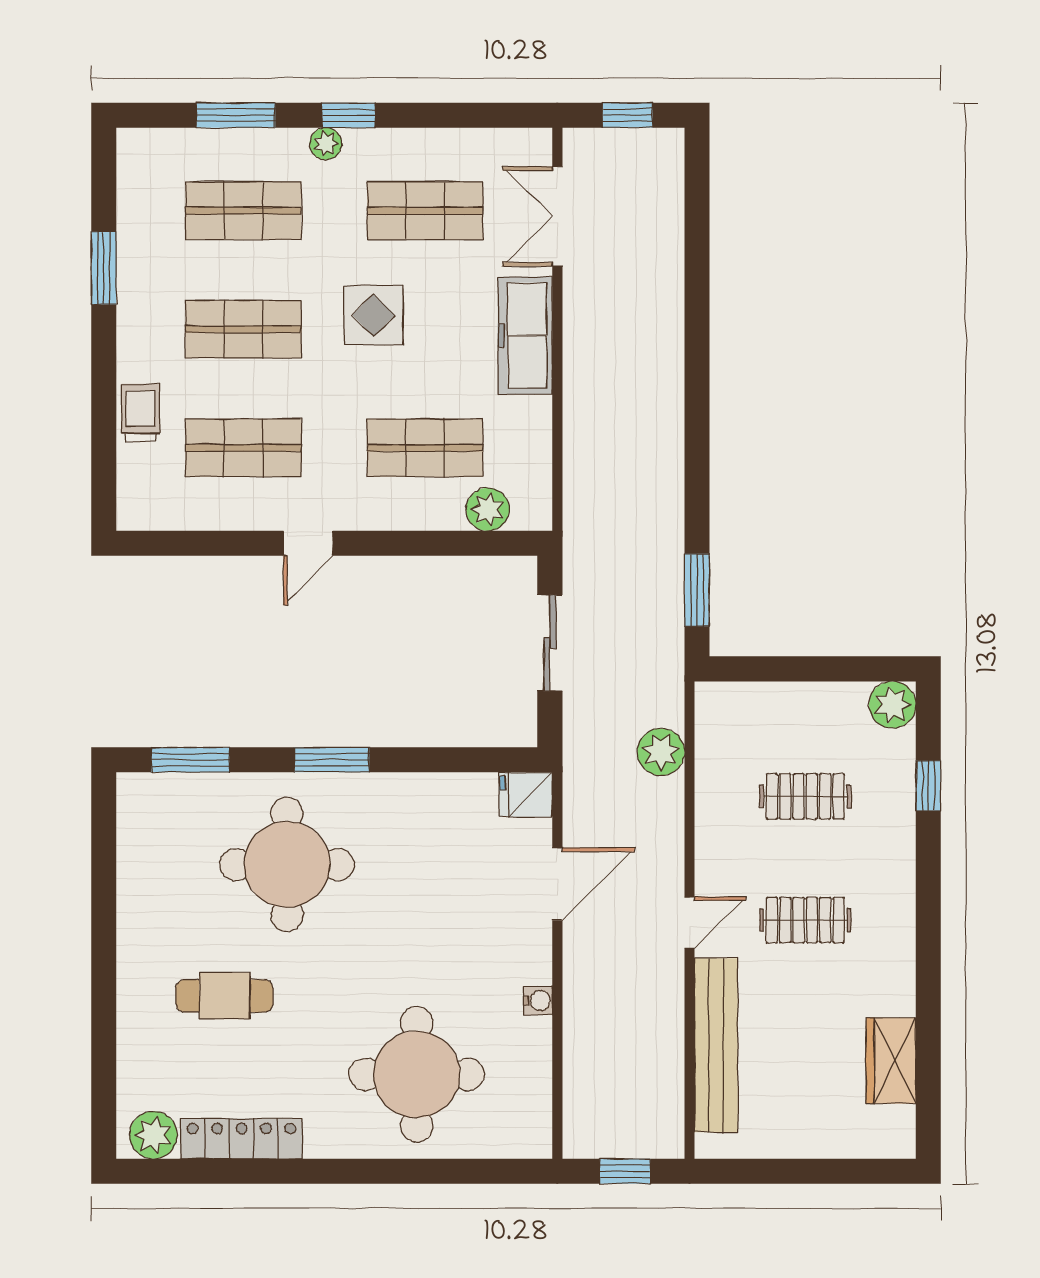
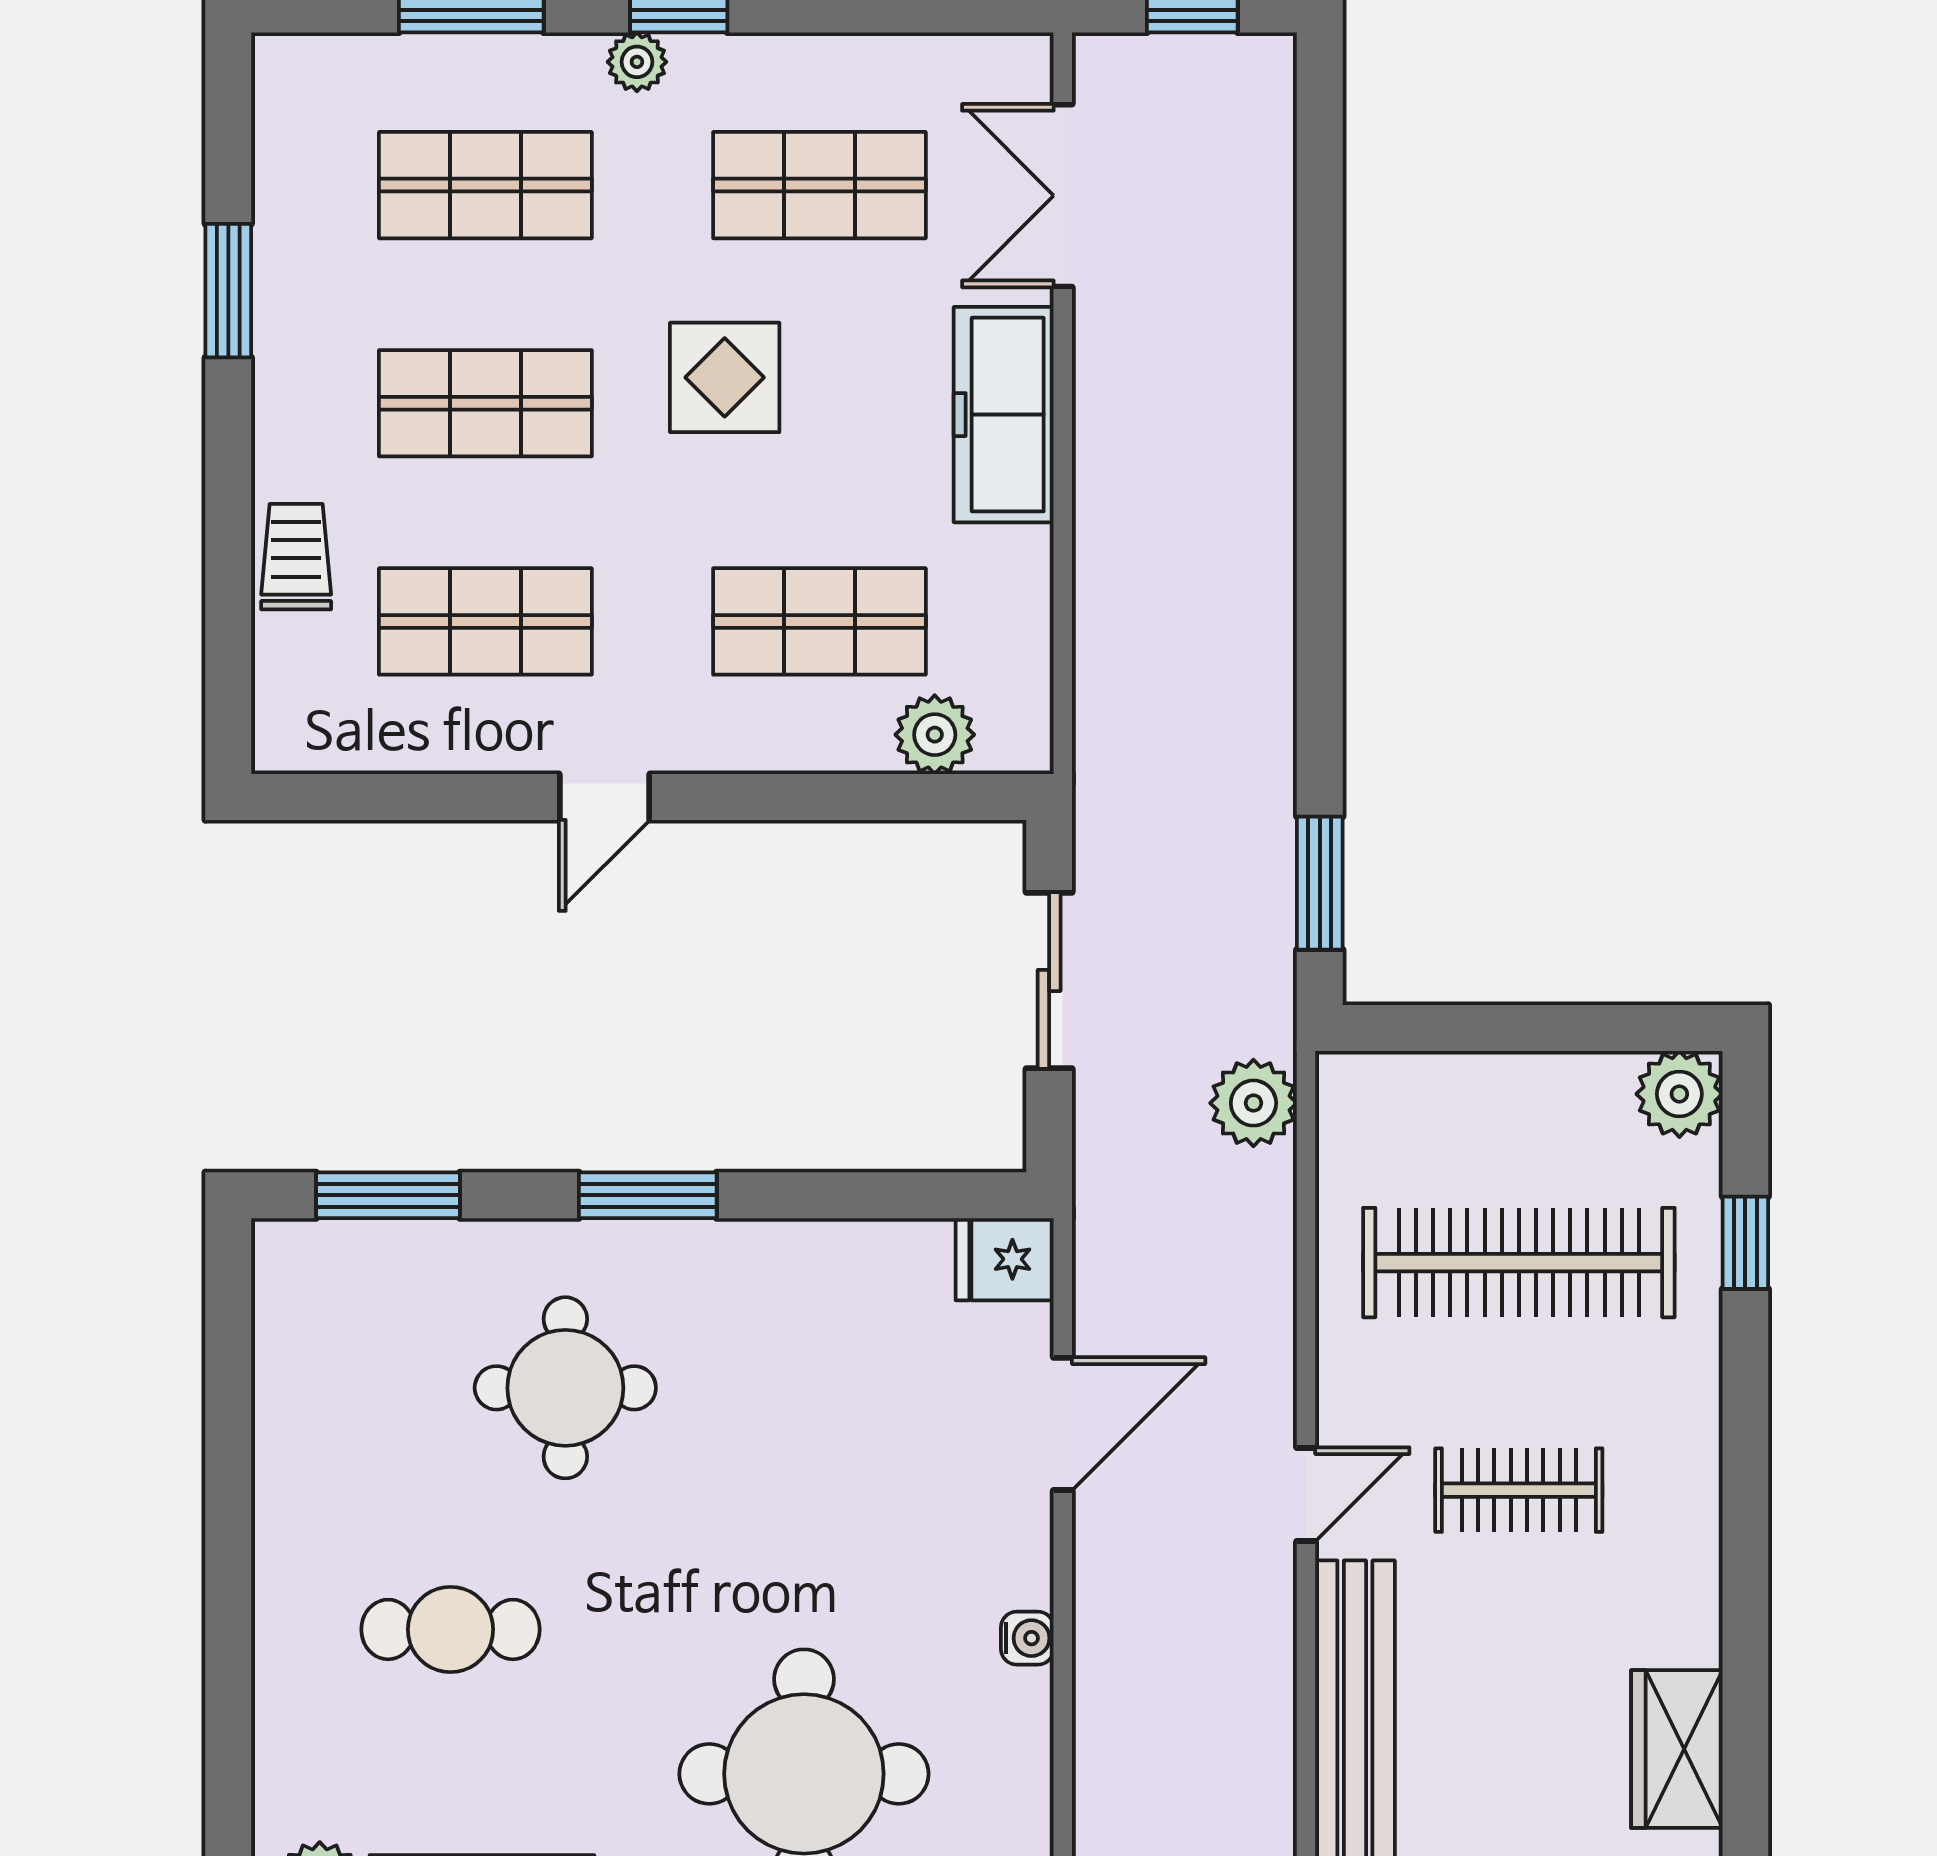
plant: (661, 752) -> (1253, 1103), moved
clothes rail: (805, 796) -> (1519, 1263), width x1.86, depth x1.31
round table: (287, 864) -> (565, 1388), width x0.73, depth x0.73

